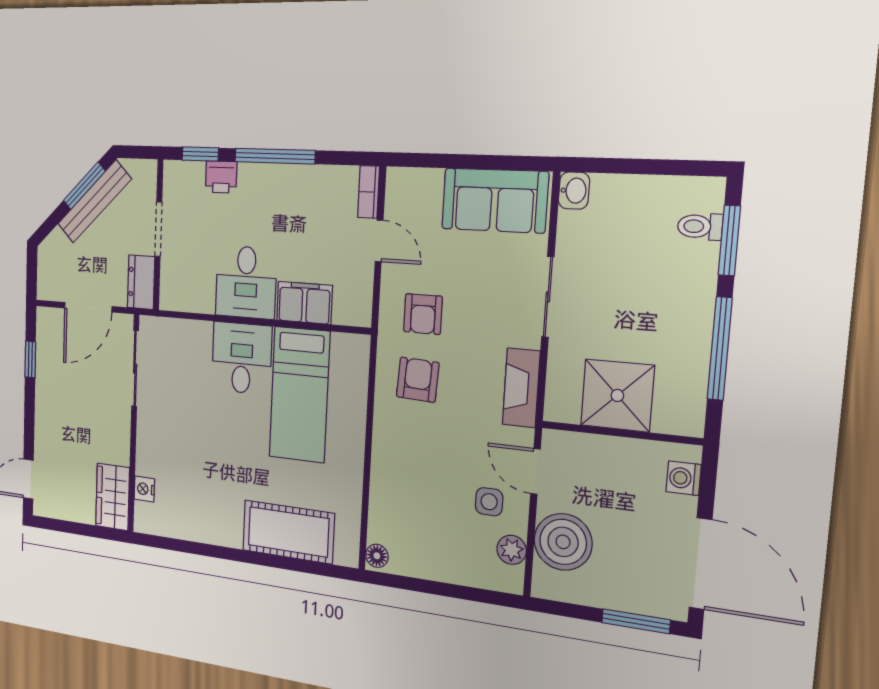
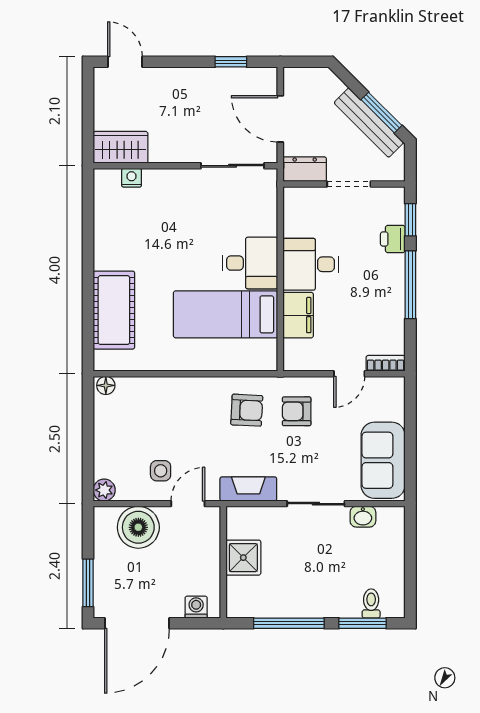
washbasin: (574, 191) -> (363, 517), moved
shower: (617, 395) -> (243, 558), width x0.73, depth x0.73
plant: (512, 550) -> (104, 490), moved

